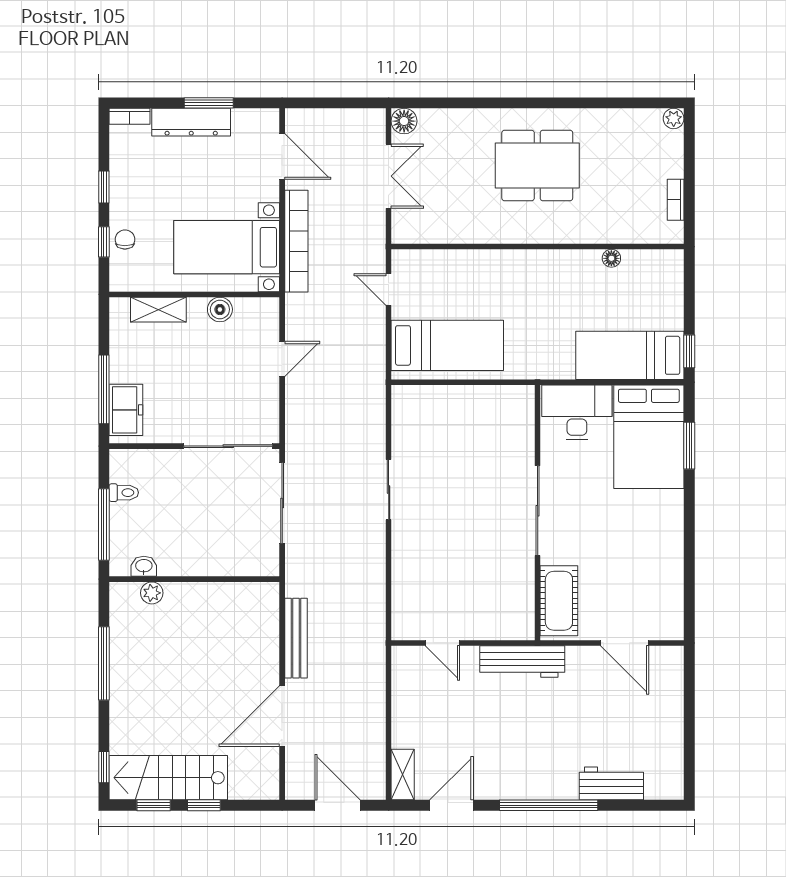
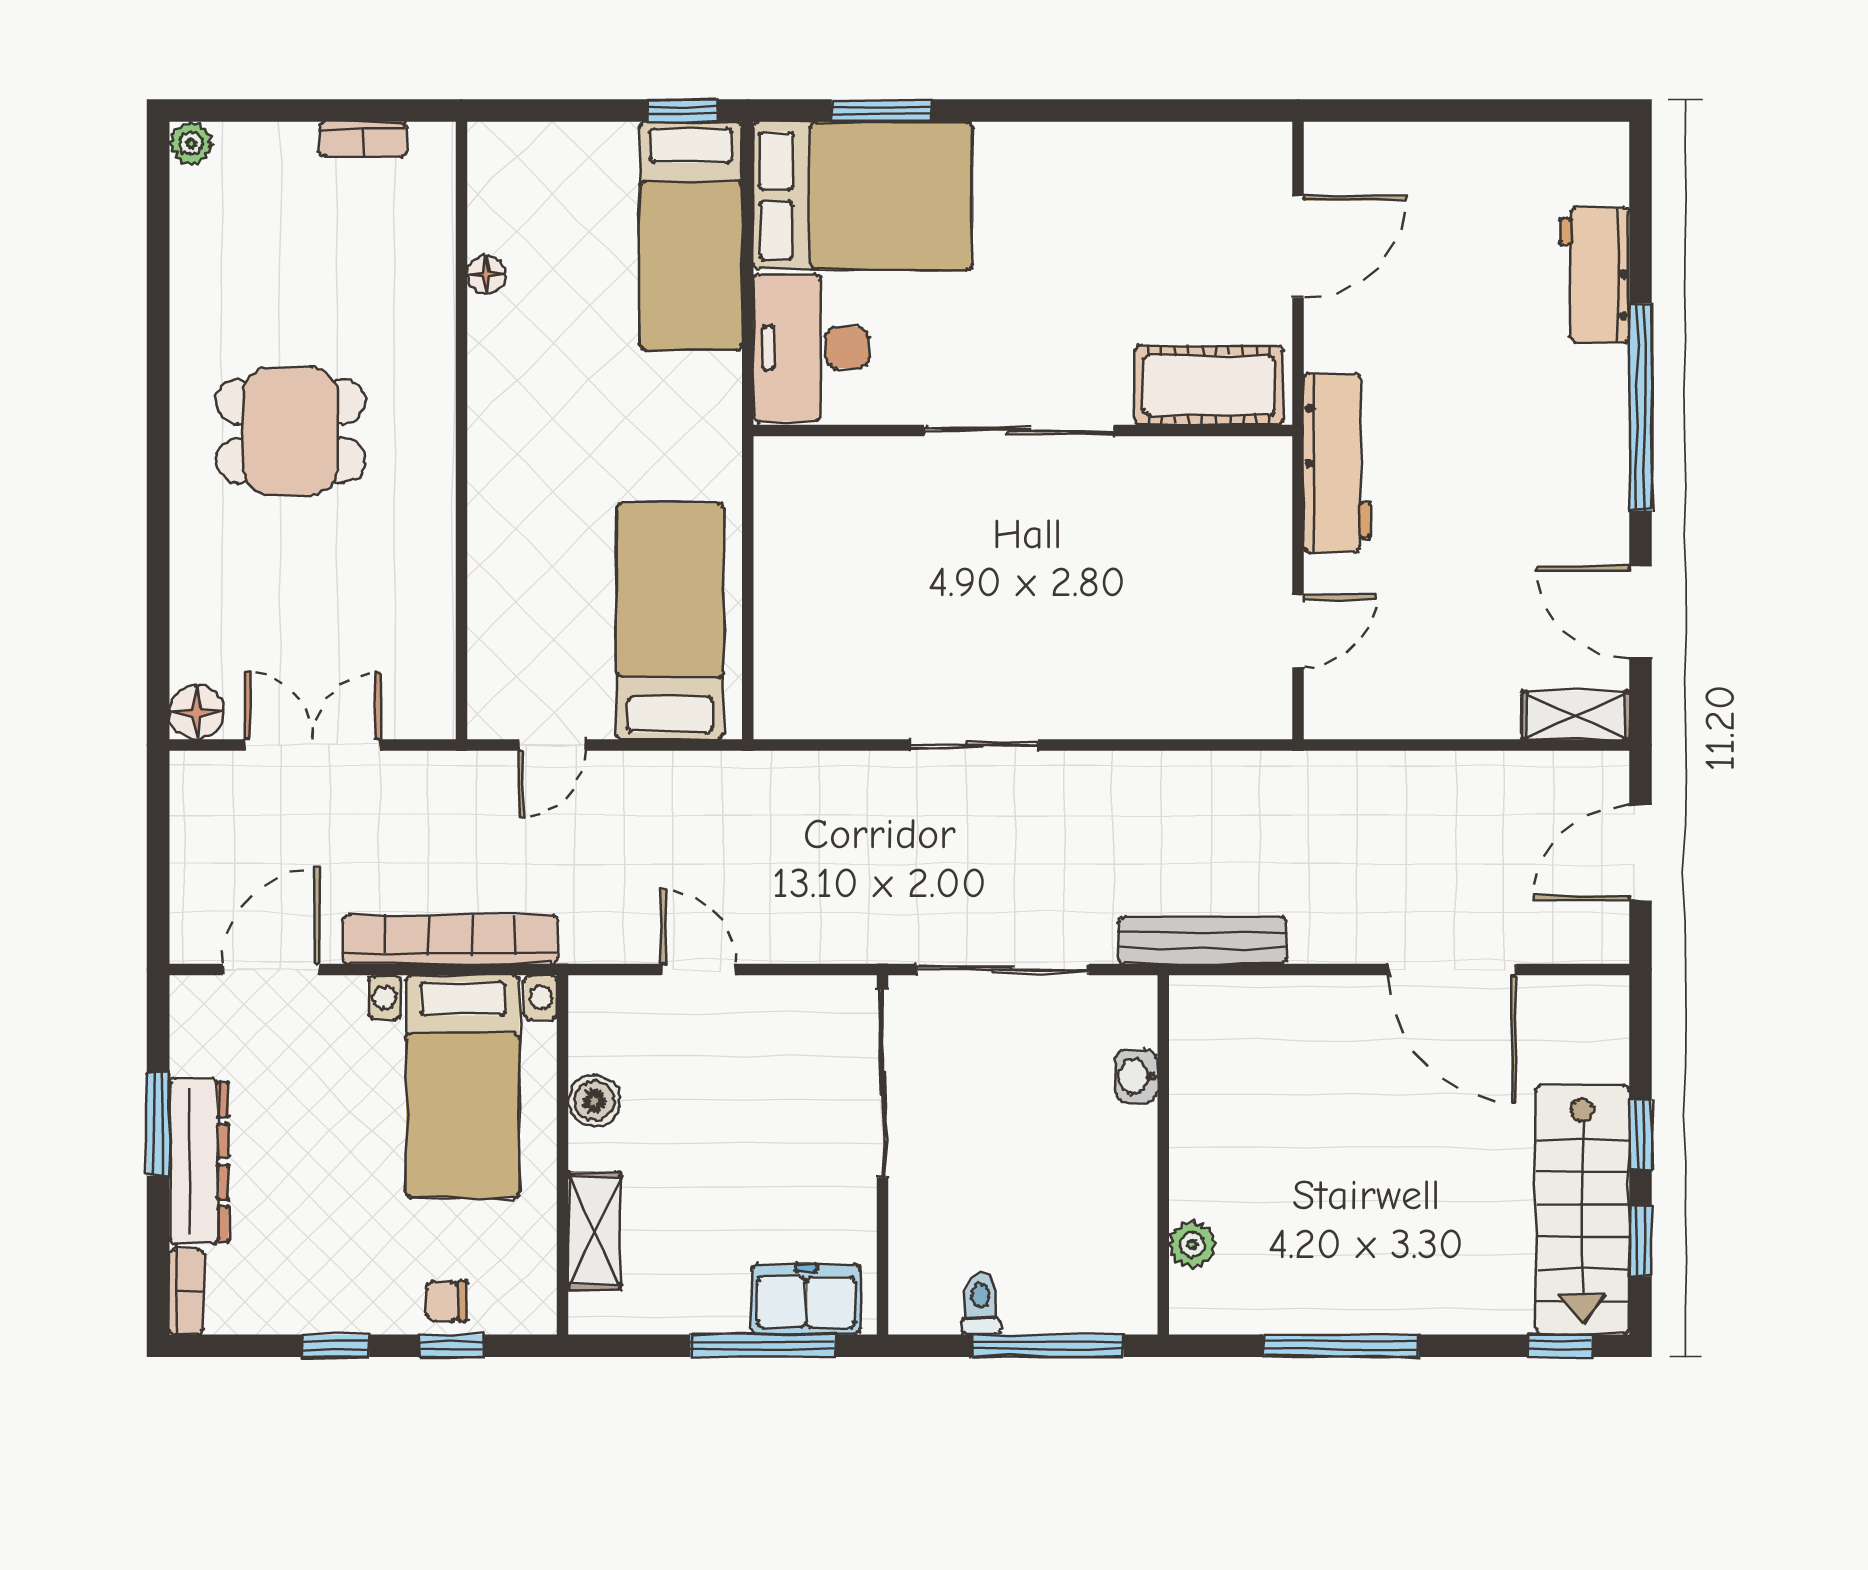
dining table: (537, 165) -> (290, 431), width x0.73
washbasin: (144, 566) -> (1136, 1076), moved
bench: (296, 638) -> (1202, 940), moved

